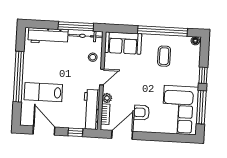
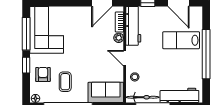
door: (102, 77) -> (125, 58), hinge flipped
lab bench: (43, 92) -> (181, 40), turned 180
armchair: (142, 113) -> (43, 74), moved, turned -90

